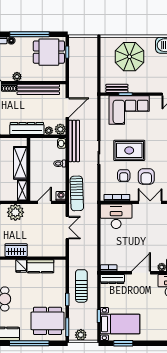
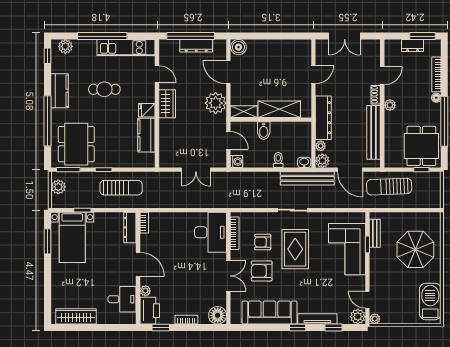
bidet: (37, 175) -> (264, 131), added
sun lounger: (77, 193) -> (389, 187), moved

